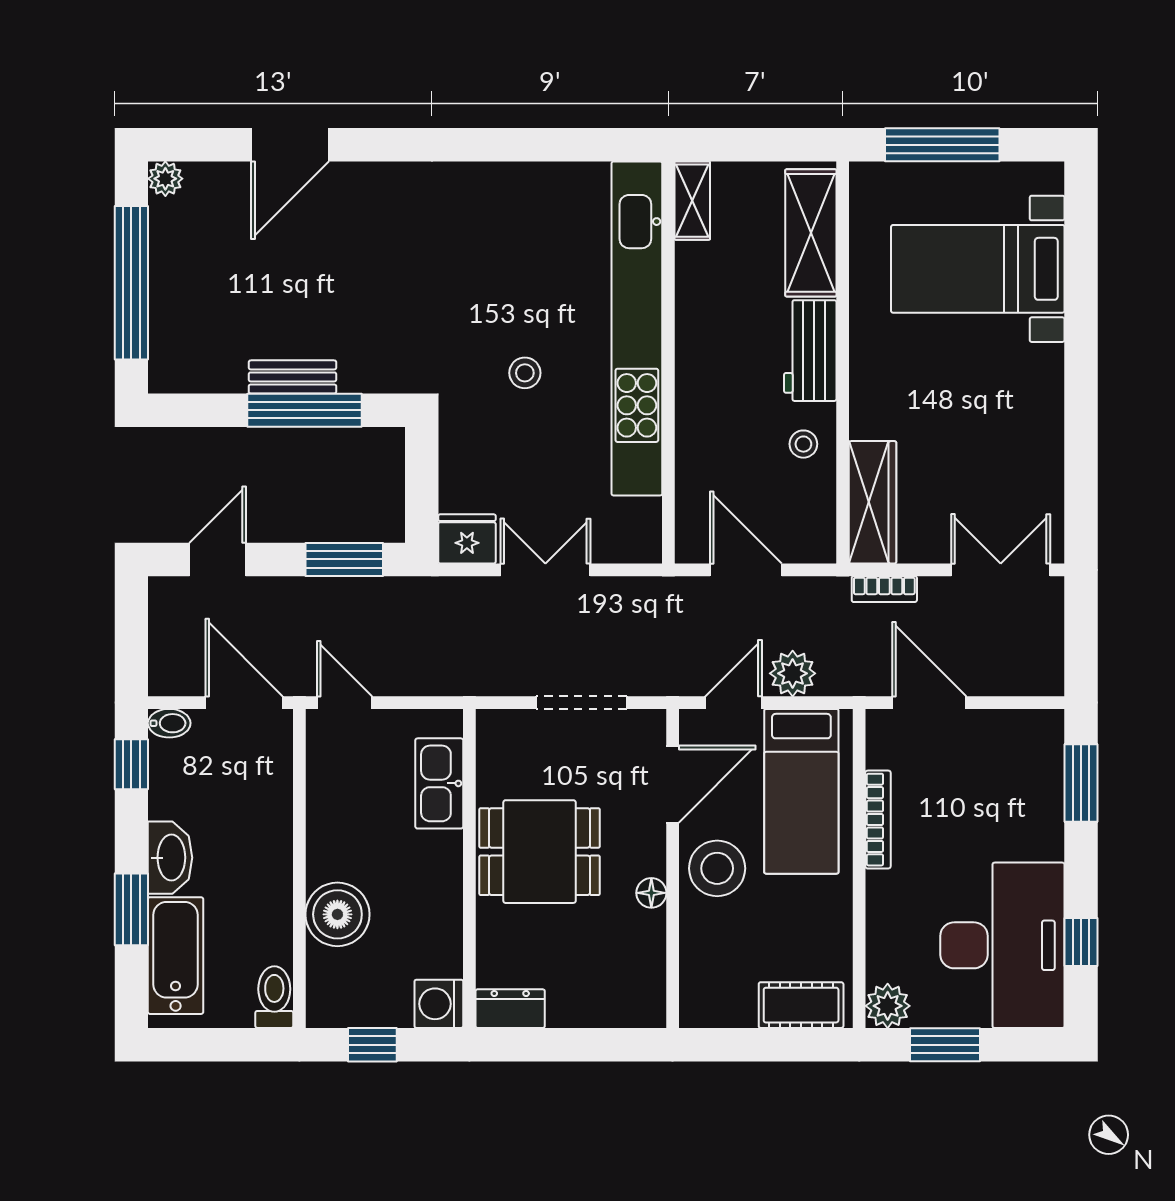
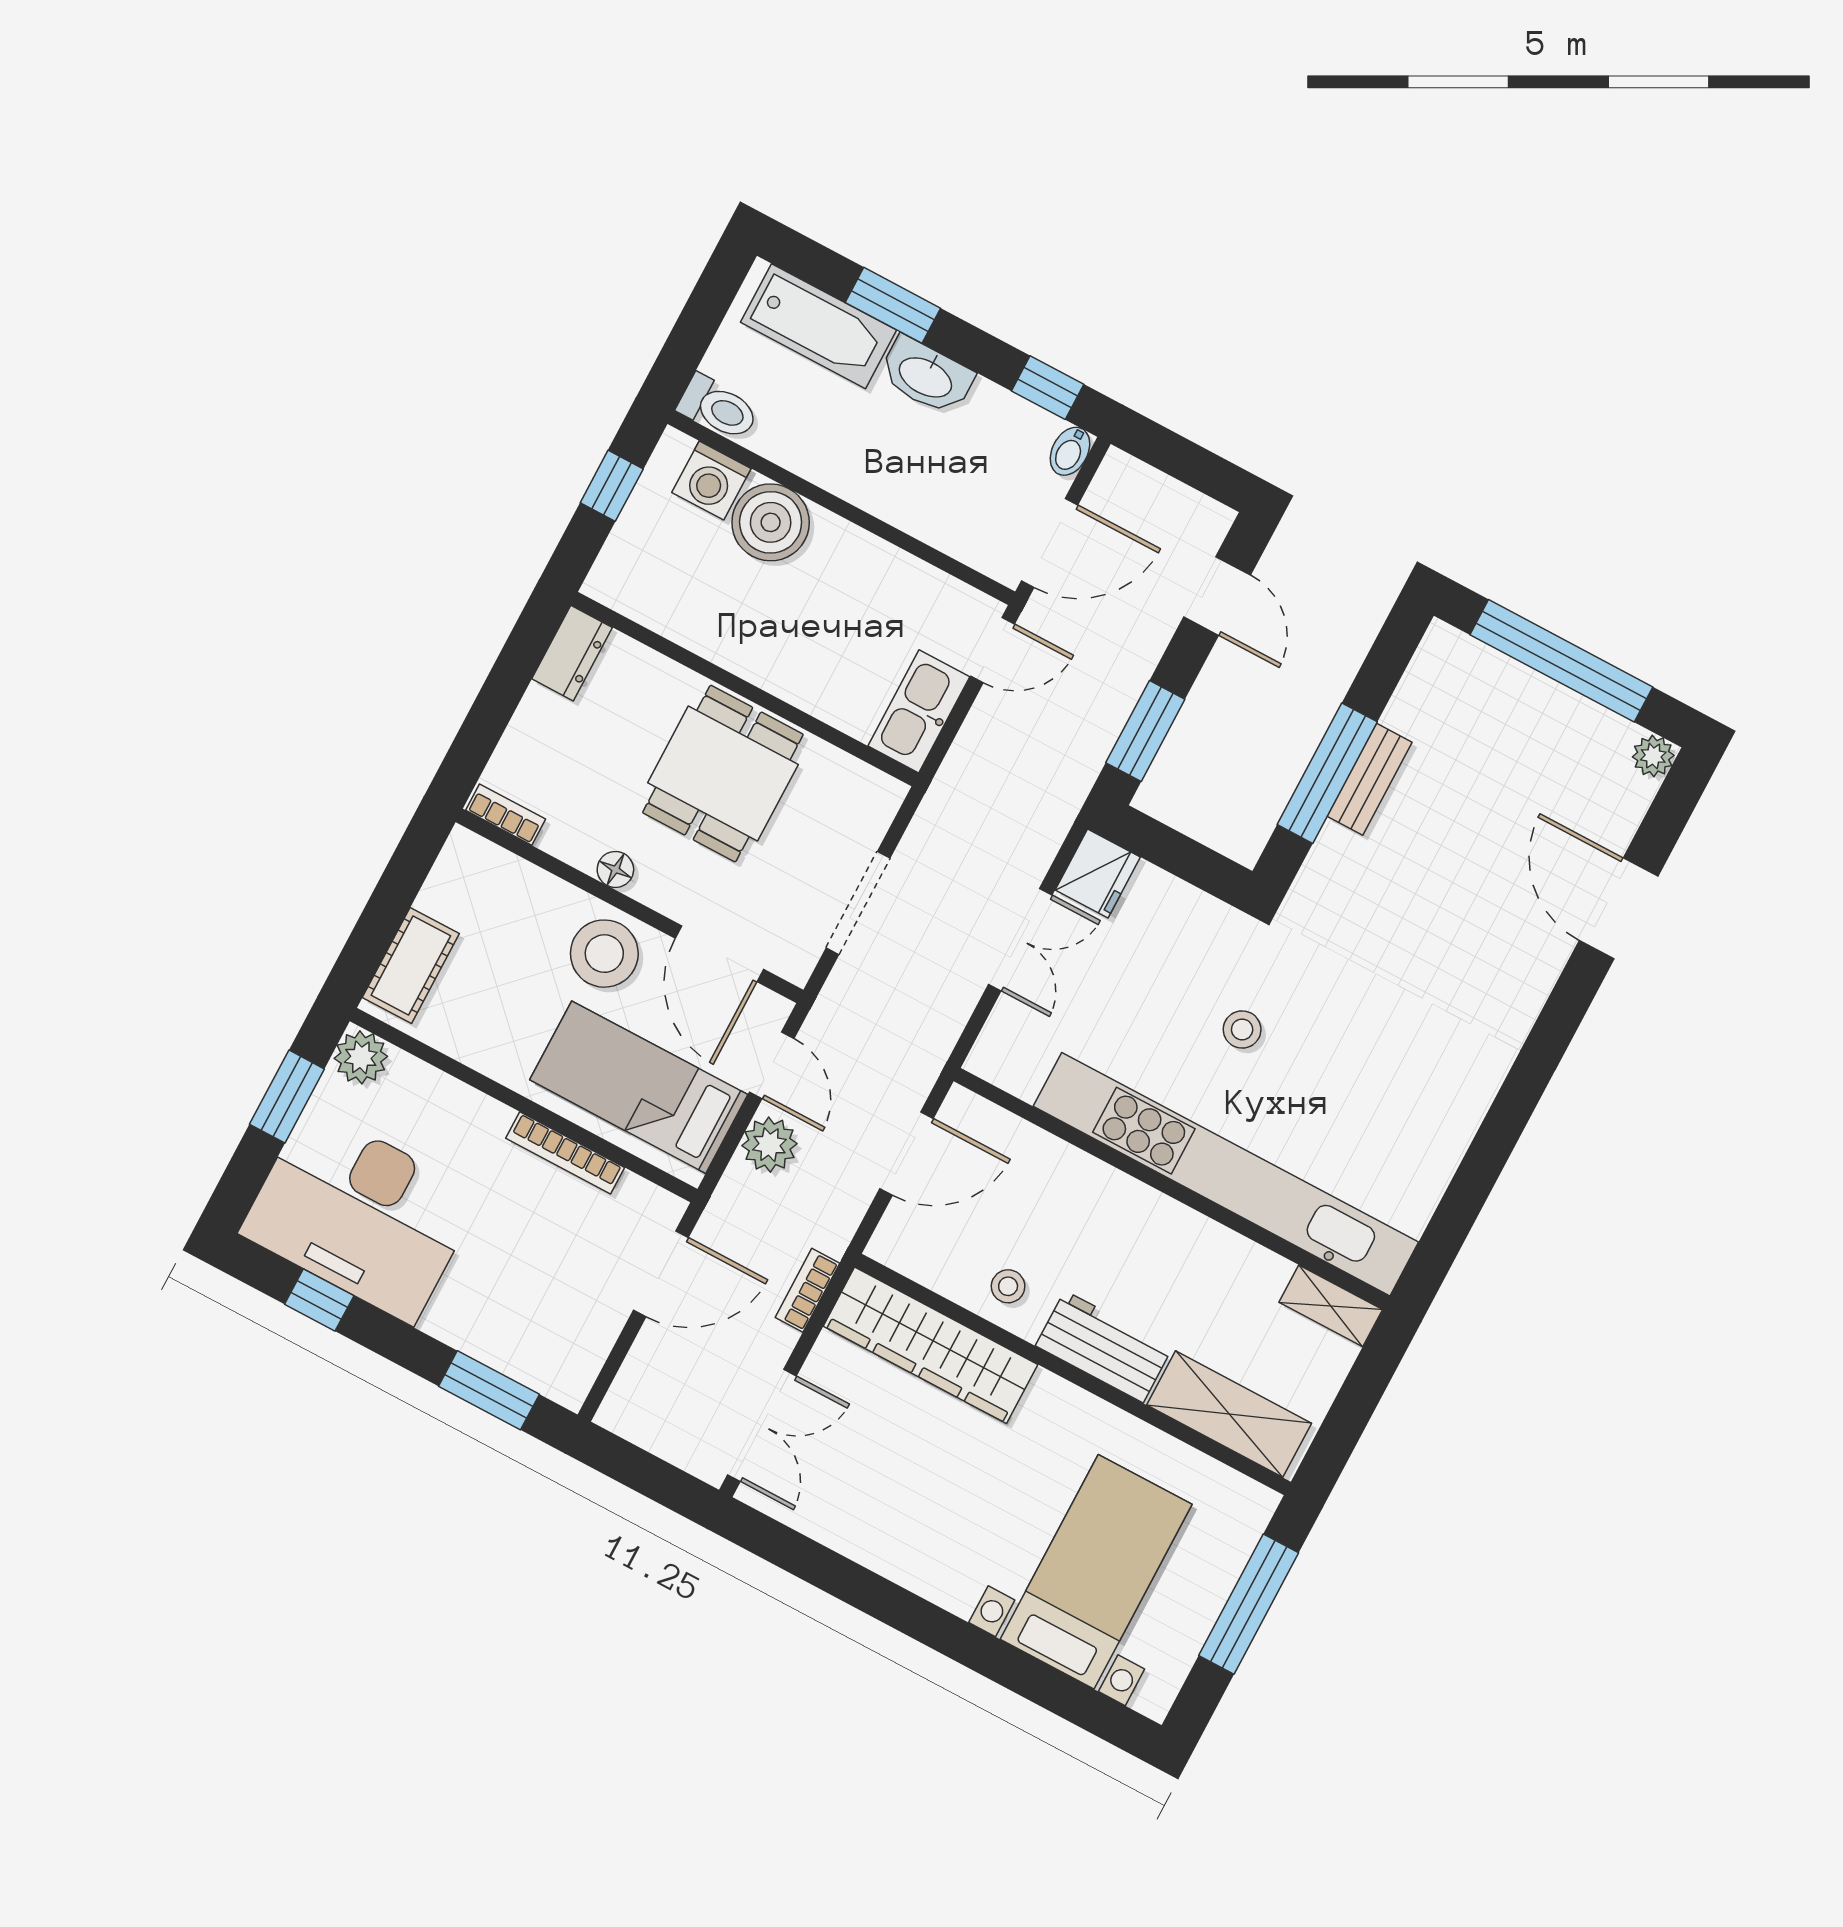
wardrobe: (873, 502) -> (931, 1345), width x1.40, depth x1.17
kitchen sink: (439, 783) -> (919, 711), moved, turned -90
bookcase: (654, 994) -> (506, 815), added
washing machine: (439, 1004) -> (711, 480), moved, turned 180

